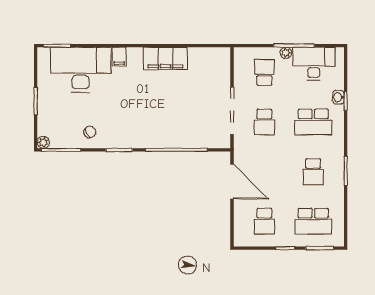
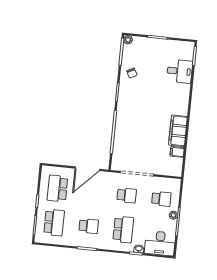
filing cabinet: (119, 57) -> (177, 152), moved
desk: (314, 64) -> (160, 243), moved, turned 90
desk: (81, 70) -> (180, 71), width x0.53, depth x0.77
school desk: (264, 122) -> (127, 195), turned 180
school desk: (313, 122) -> (123, 229), turned 180
school desk: (313, 172) -> (89, 226), turned 180
school desk: (264, 221) -> (57, 188), width x1.85
school desk: (313, 221) -> (54, 223), turned 180

